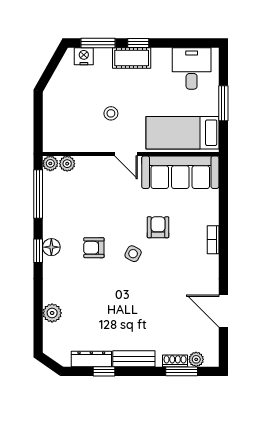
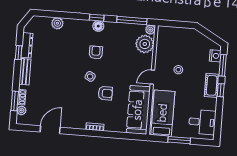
plant: (67, 164) -> (145, 44), width x1.88, depth x1.88

